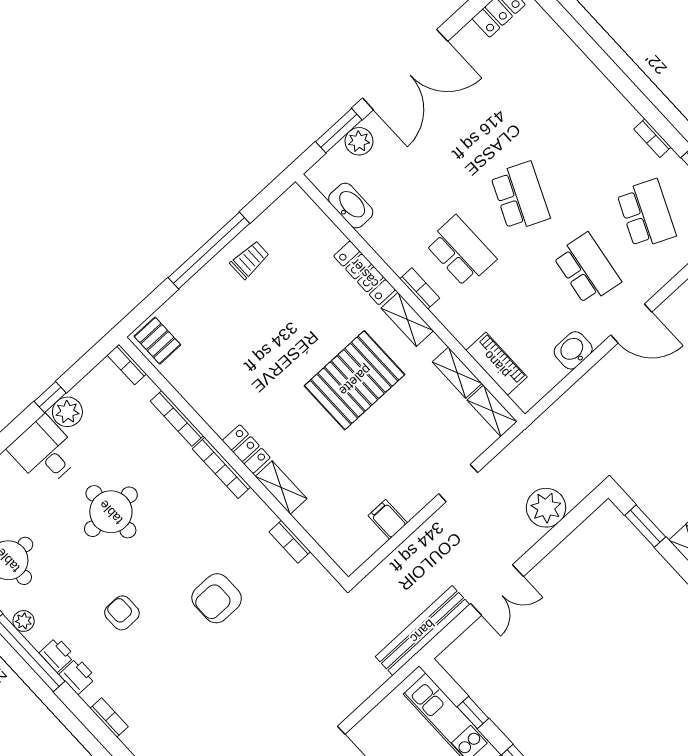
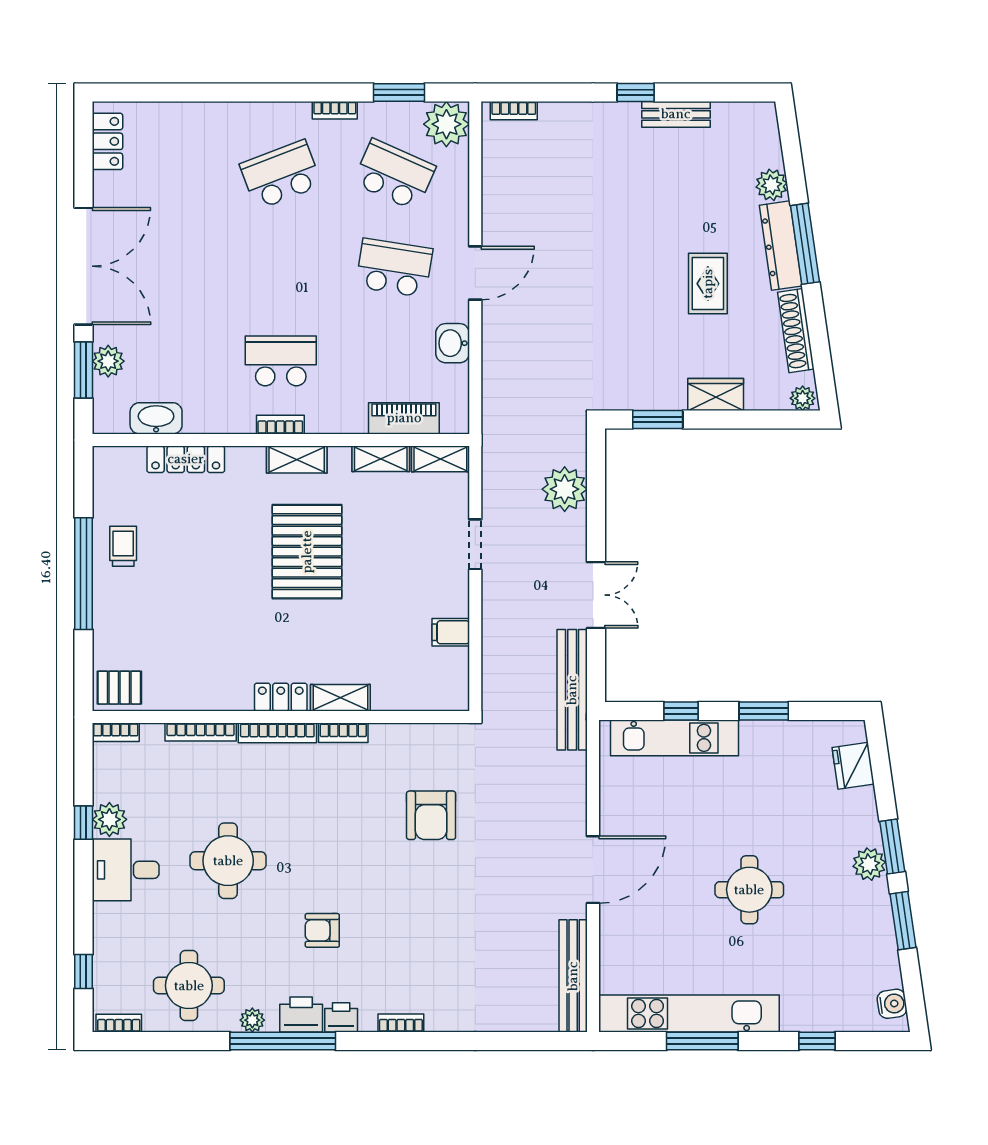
school desk: (520, 196) -> (281, 175), moved, turned -45
locker: (365, 273) -> (186, 459), moved
bookcase: (290, 542) -> (343, 733), moved
armchair: (217, 598) -> (431, 815), moved
printer: (57, 655) -> (301, 1015), width x1.36, depth x1.24

